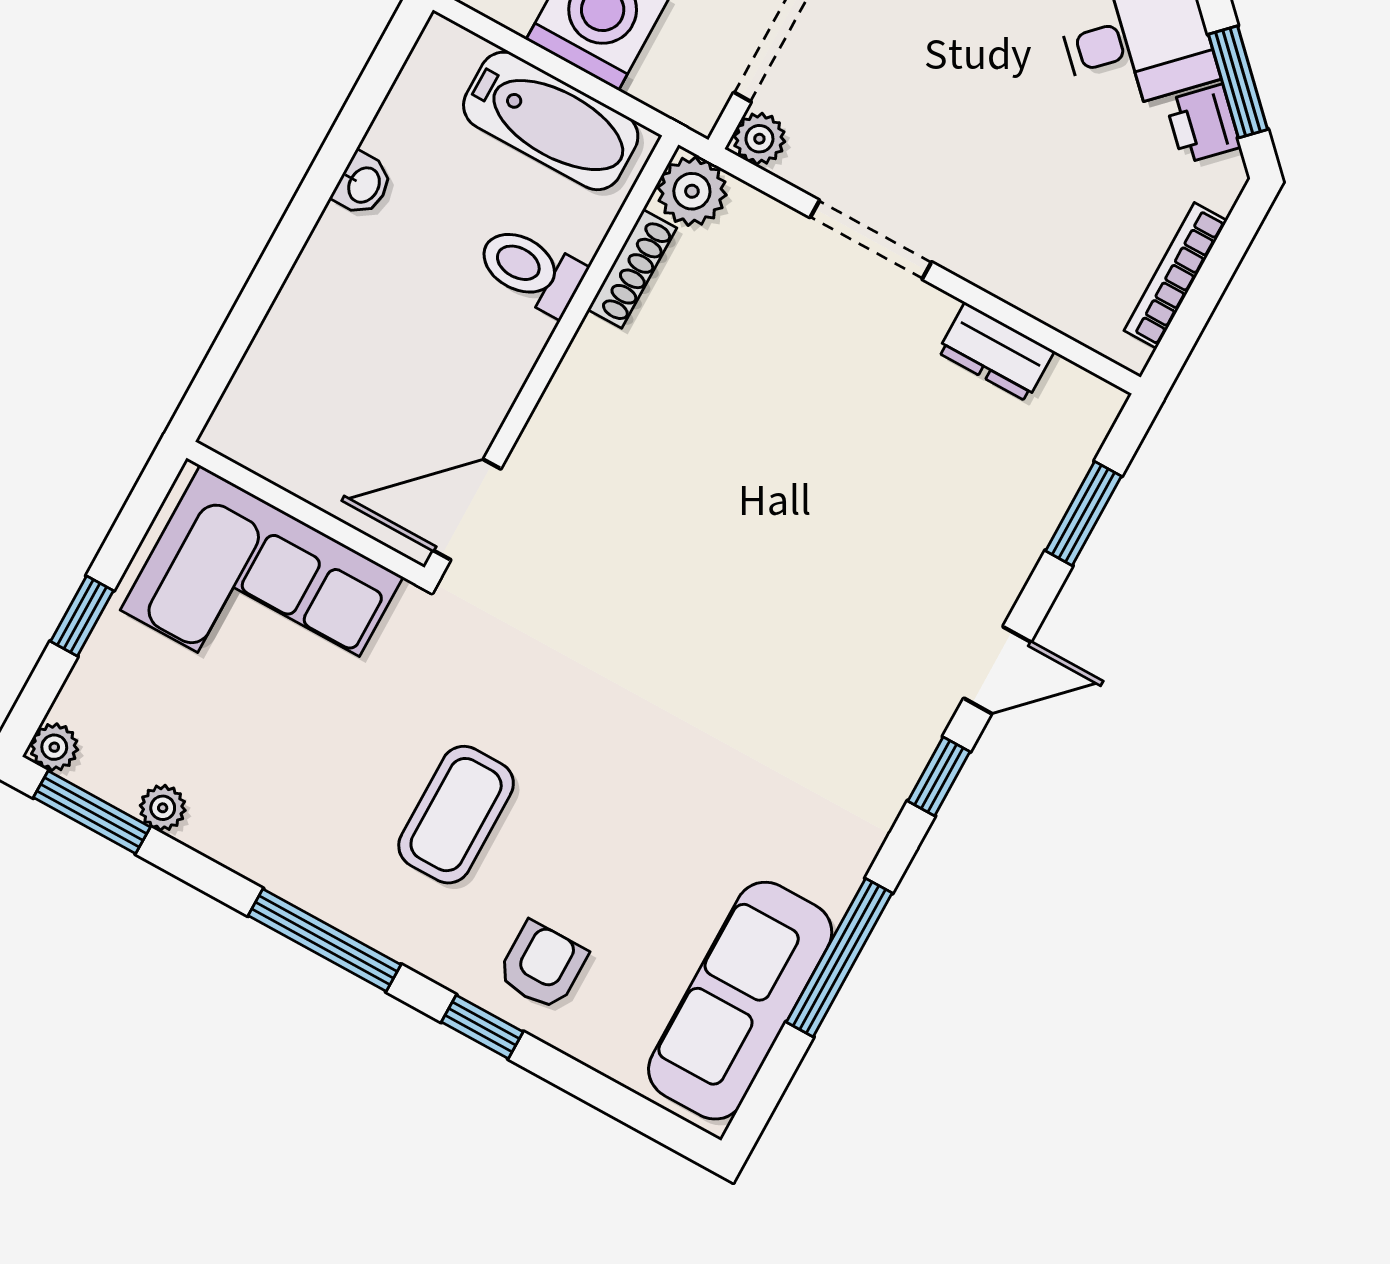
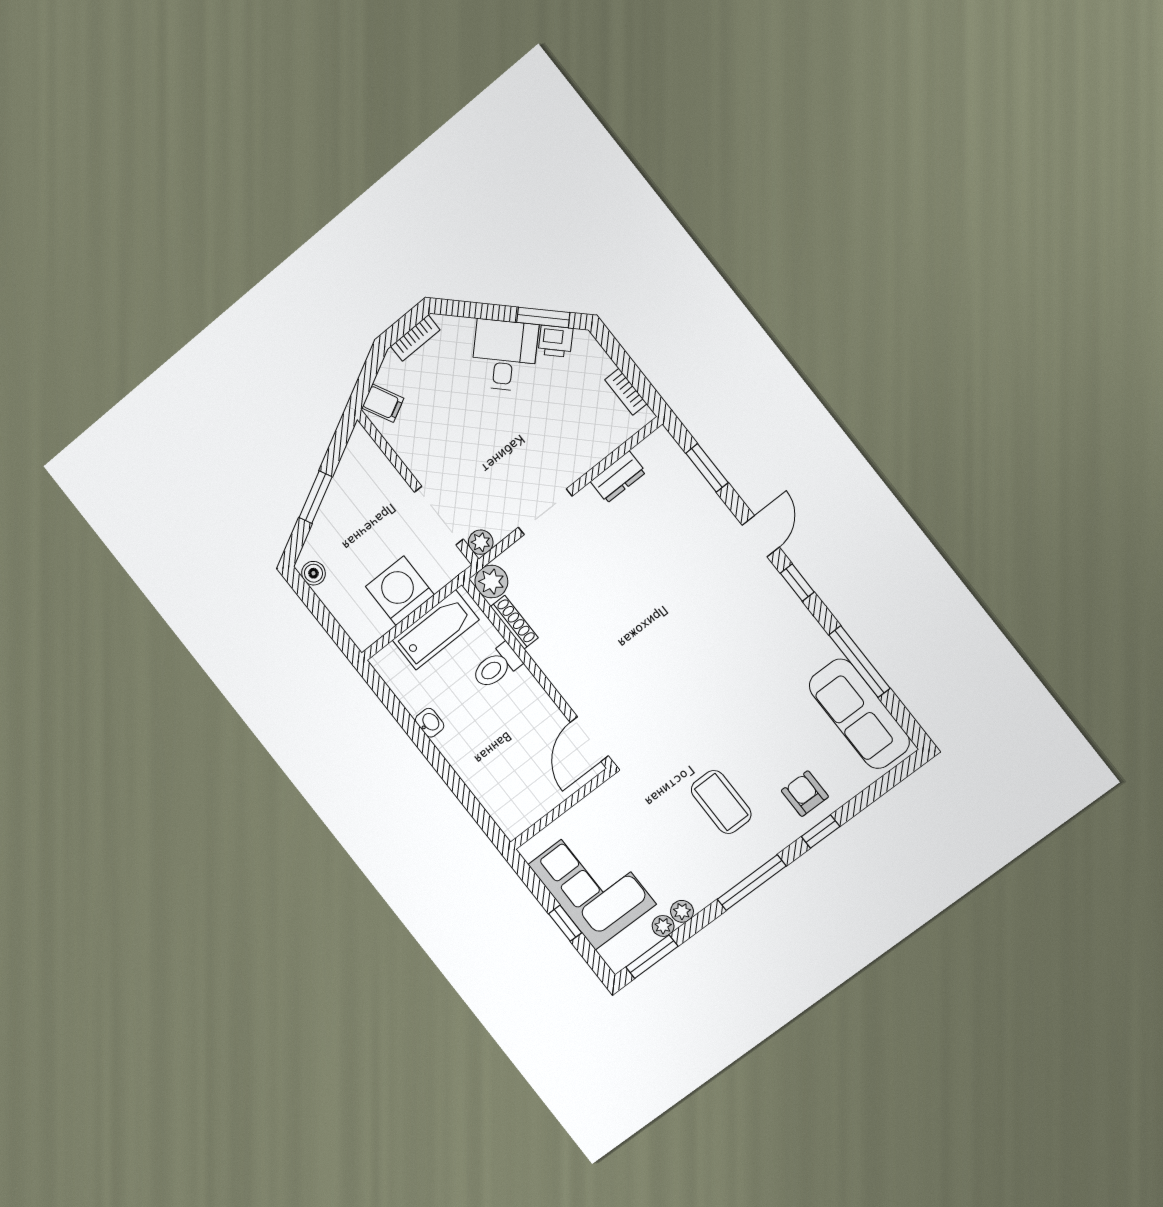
bookcase: (1176, 276) -> (626, 392), width x0.64
corner sofa: (262, 594) -> (592, 884), moved, turned -90
plant: (54, 747) -> (682, 911), moved

